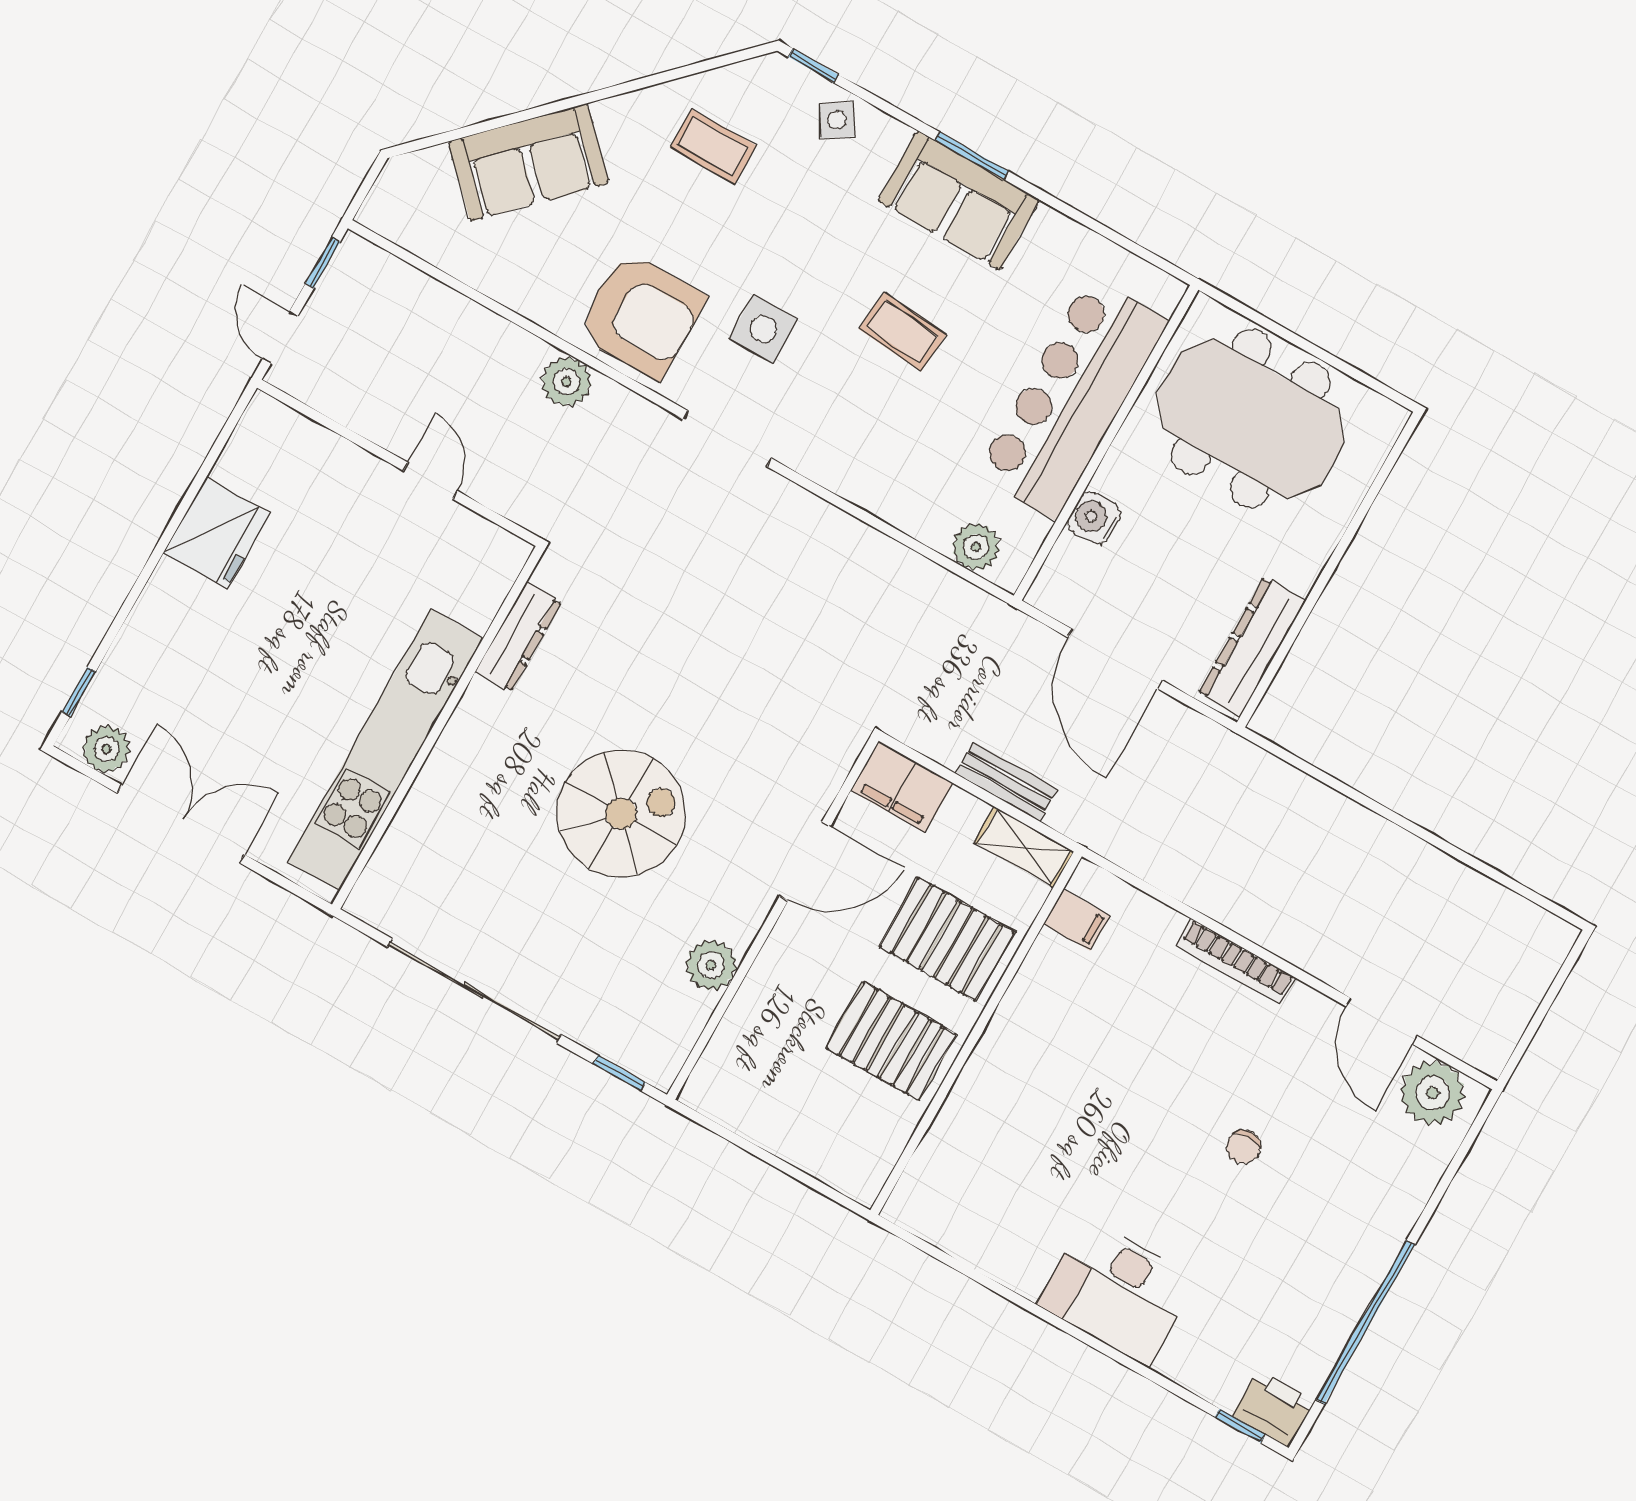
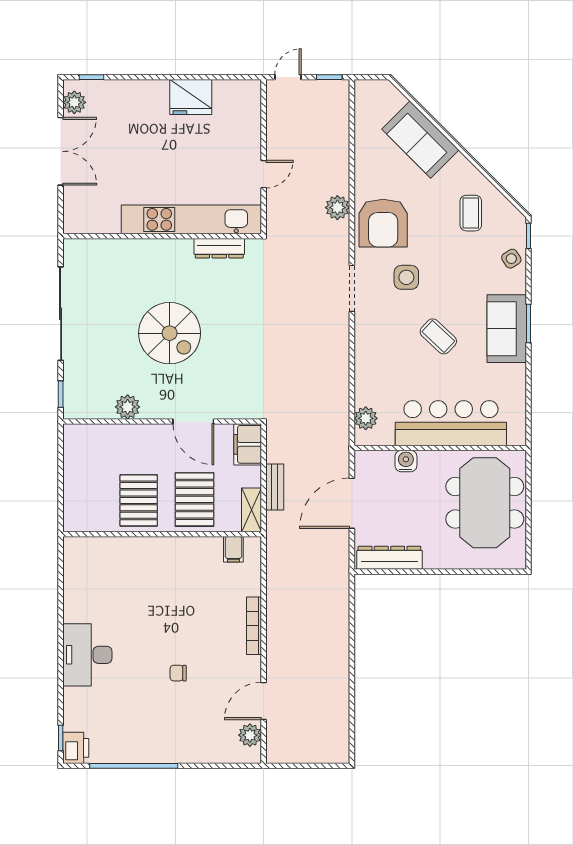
coffee table: (903, 332) -> (438, 336), turned -52
kitchen unit: (386, 750) -> (191, 219), moved
plant: (1433, 1093) -> (250, 735), width x0.73, depth x0.73

